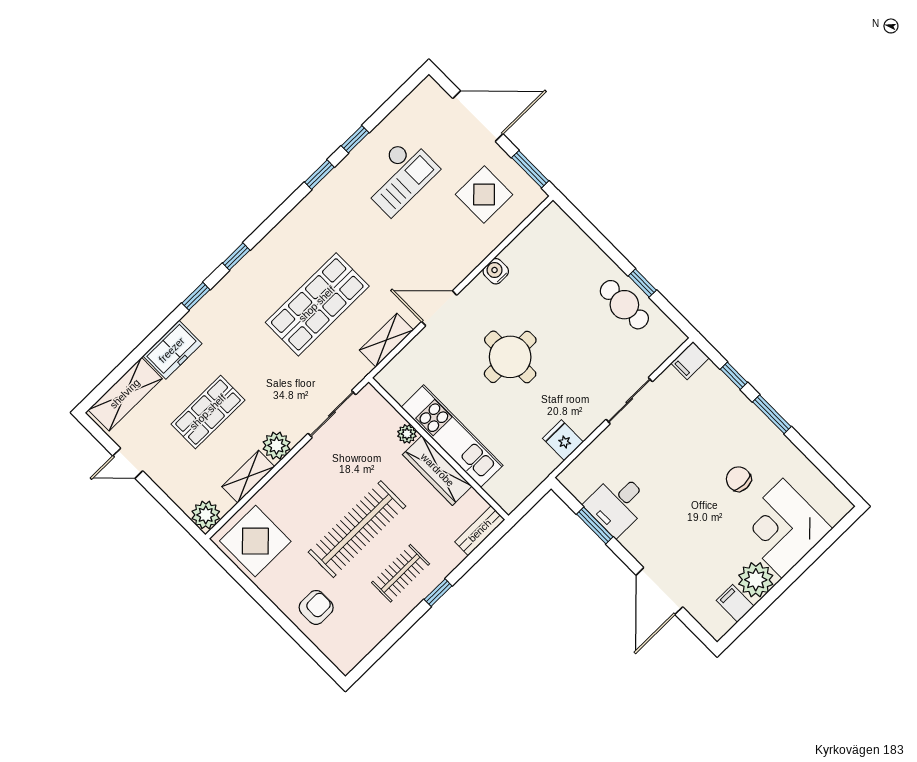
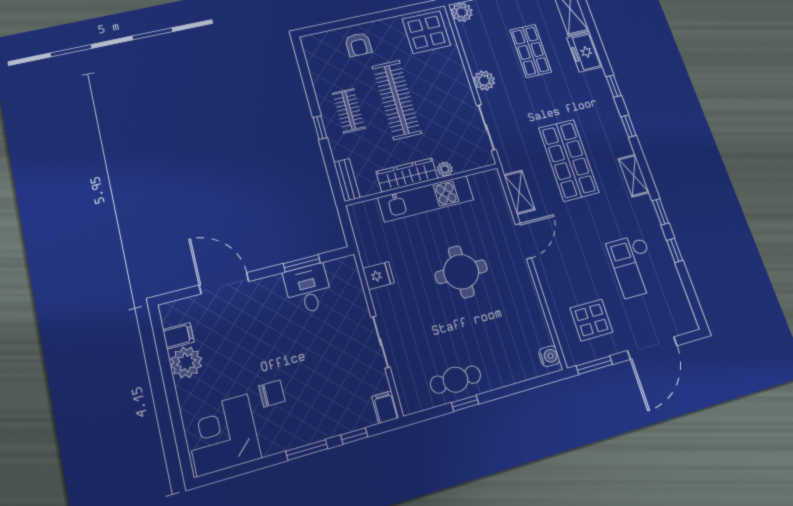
water cooler: (496, 271) -> (549, 356), moved
shelving: (248, 477) -> (634, 176), moved
corner desk: (783, 528) -> (223, 435), moved, turned -90

